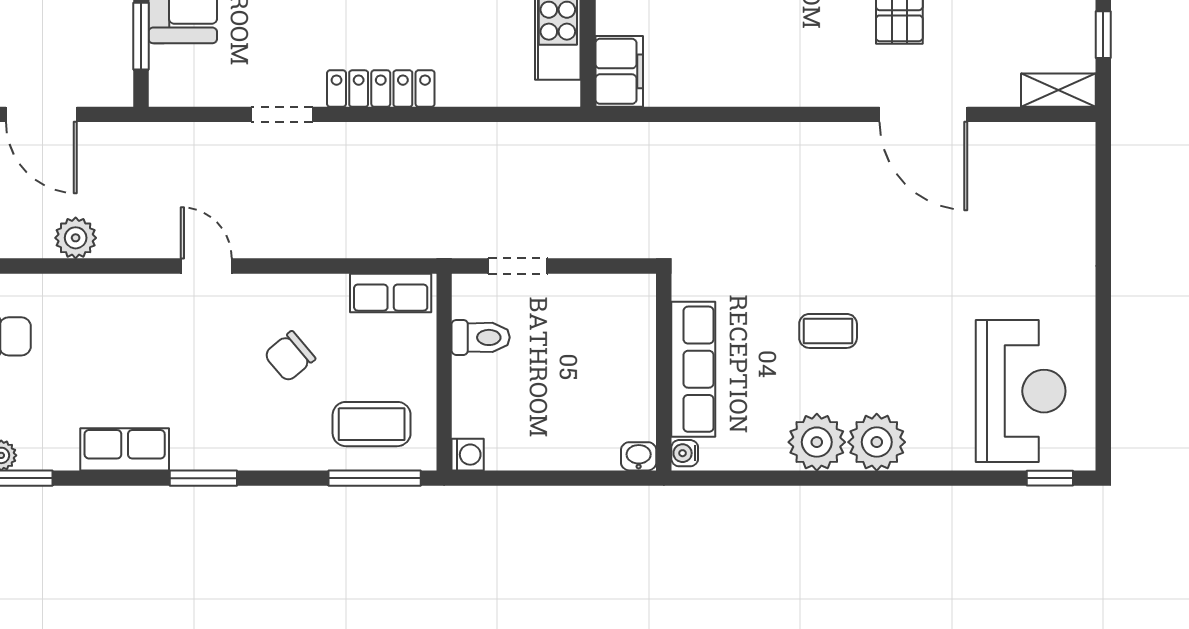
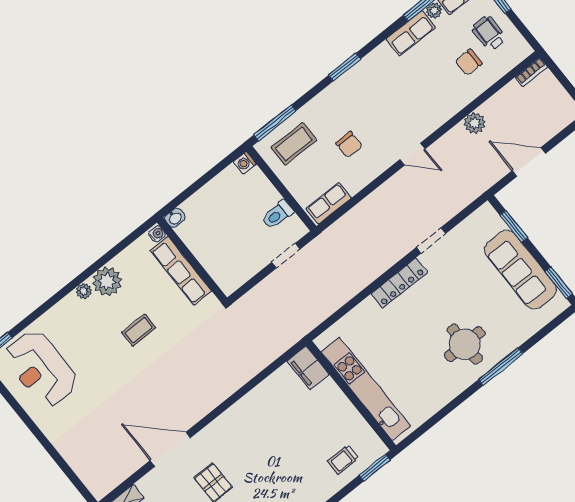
chair: (290, 356) -> (349, 145), turned 130
plant: (877, 442) -> (84, 291), width x0.53, depth x0.53
row of seats: (125, 449) -> (411, 33), moved

